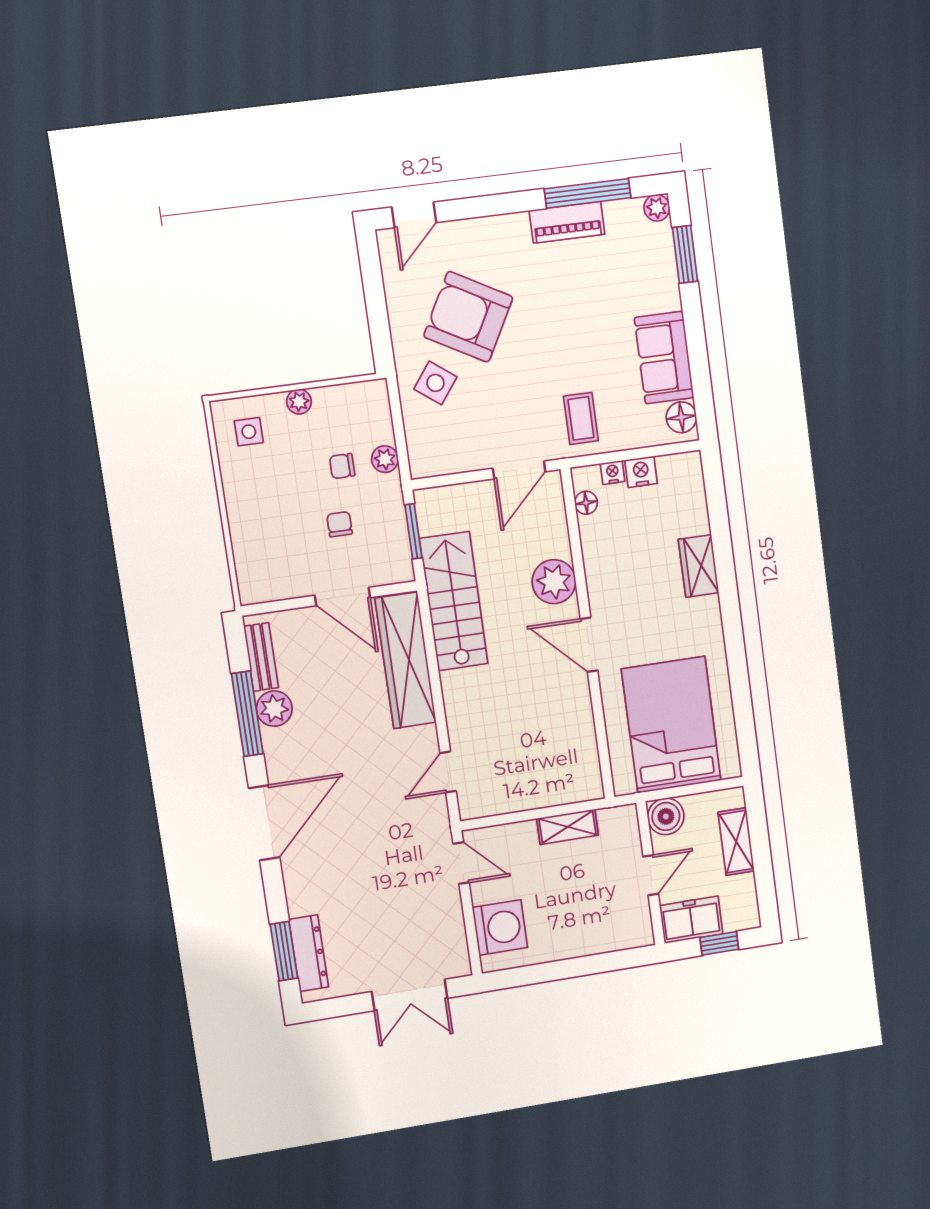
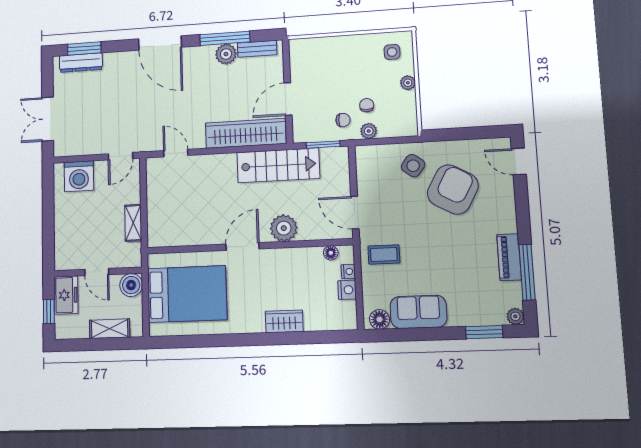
chair: (340, 524) -> (343, 120), moved

